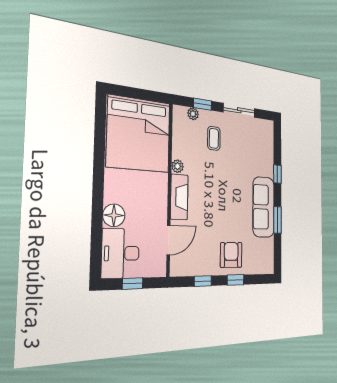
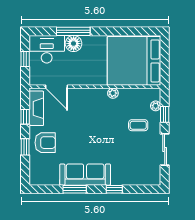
fireplace: (179, 197) -> (36, 108), moved, turned -90
window: (97, 215) -> (73, 31), added

